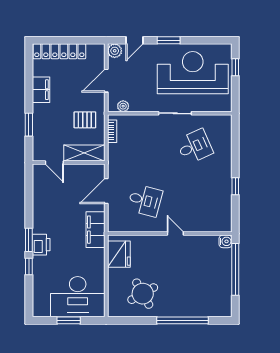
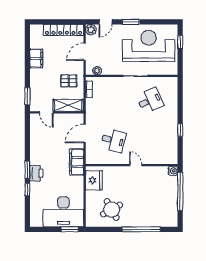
locker: (59, 51) -> (64, 30), moved
window: (29, 125) -> (27, 96), moved
window: (69, 320) -> (70, 229), moved

